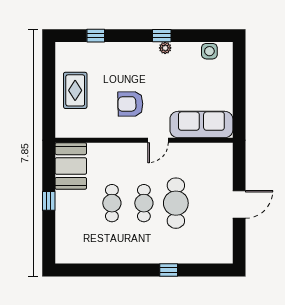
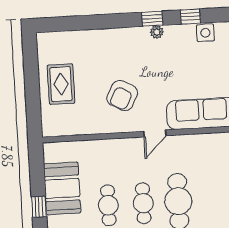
window: (96, 36) -> (190, 17), moved
armchair: (130, 104) -> (122, 96), turned -61
booth: (71, 166) -> (62, 188), moved

